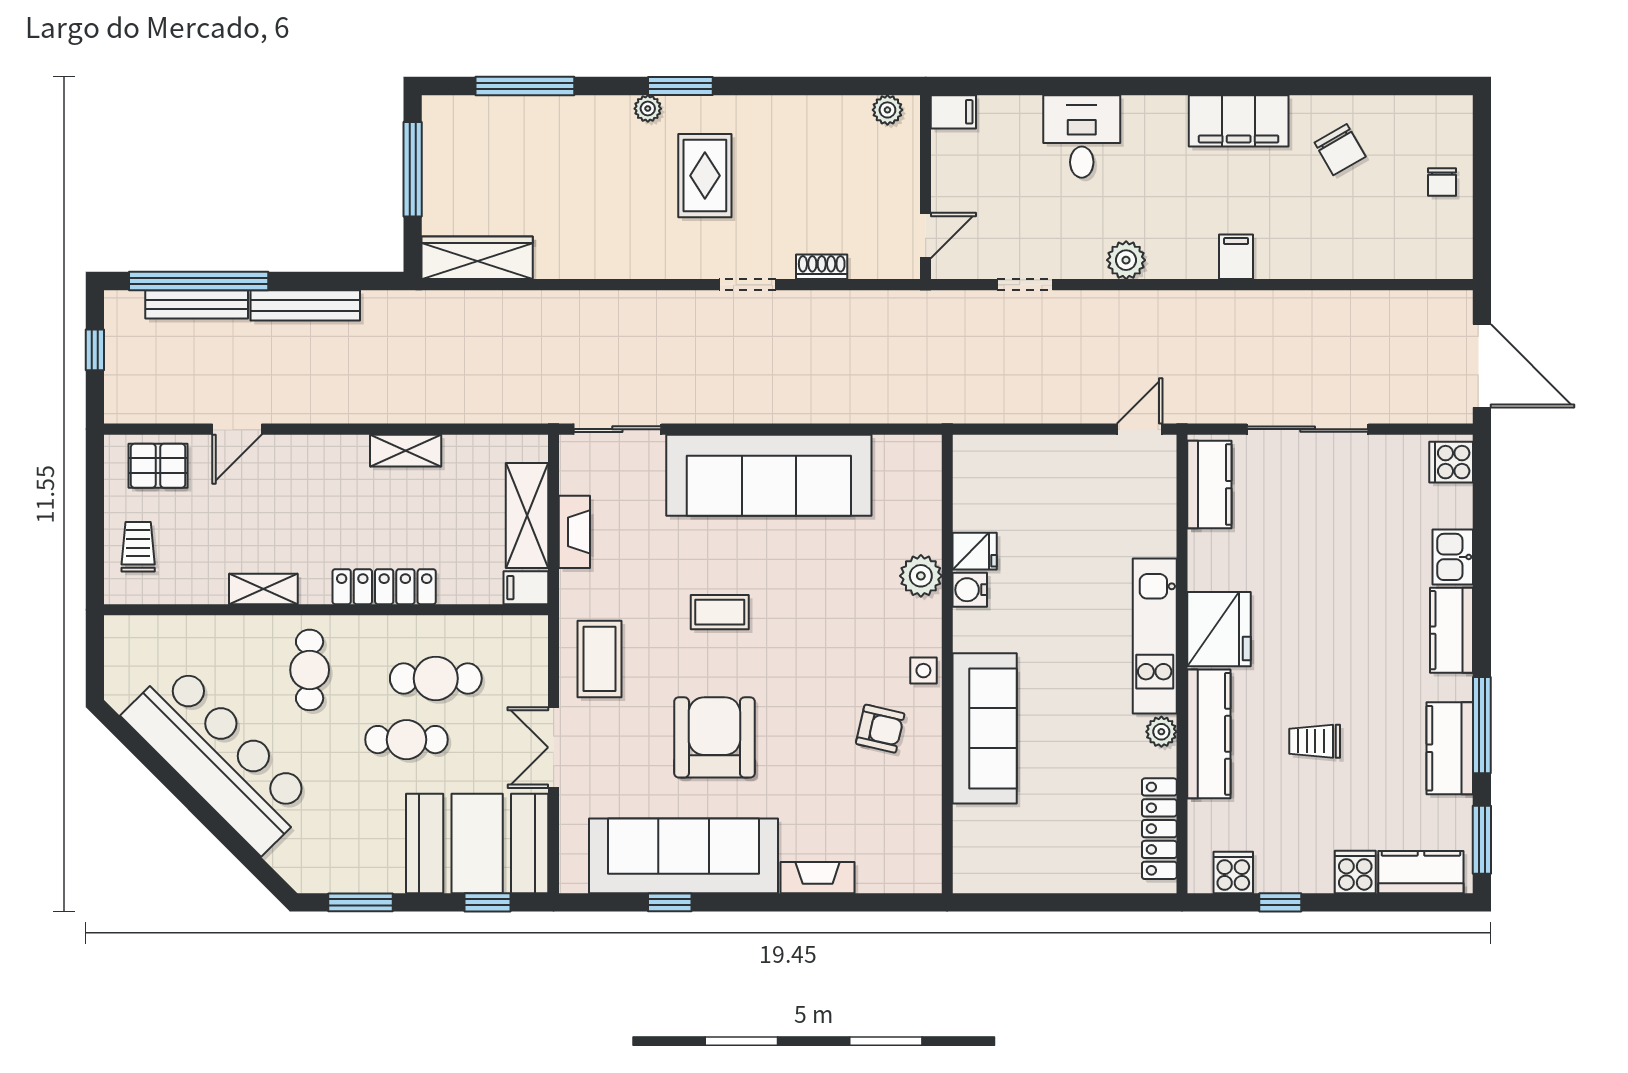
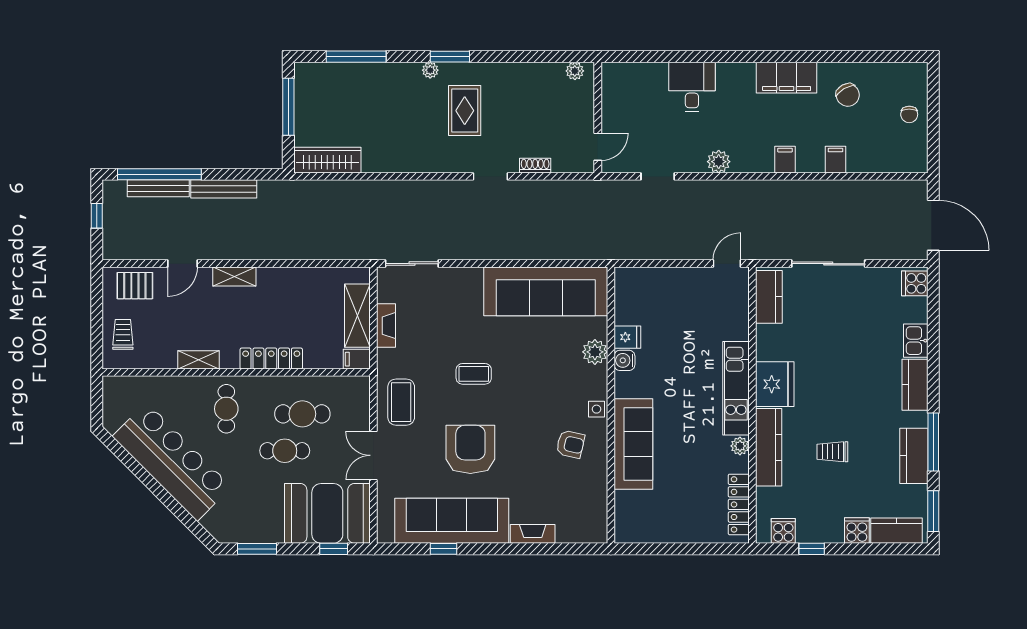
filing cabinet: (953, 112) -> (835, 160), moved, turned -90
shelving: (406, 451) -> (234, 276), moved
sofa: (769, 475) -> (546, 291), moved

